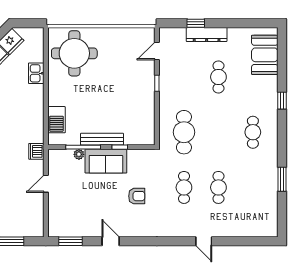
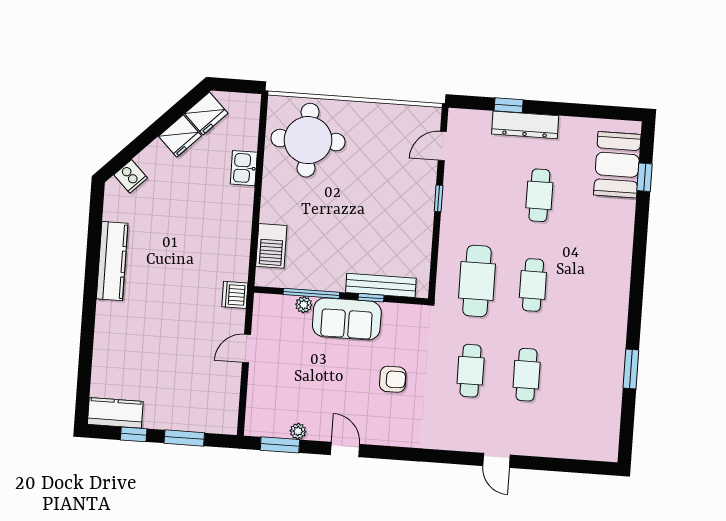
window: (282, 101) -> (645, 177), moved
cafe table: (253, 132) -> (533, 285), moved
bench: (102, 139) -> (381, 285), moved
plant: (81, 232) -> (298, 431), added

